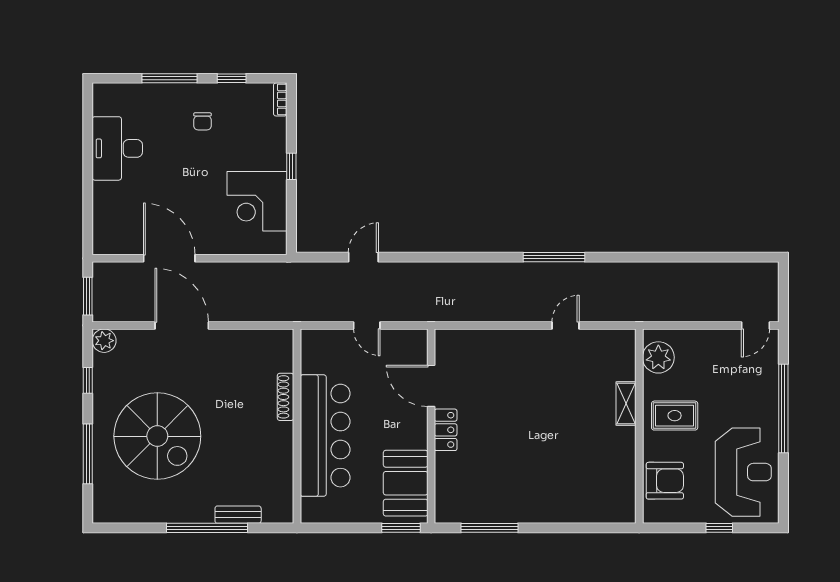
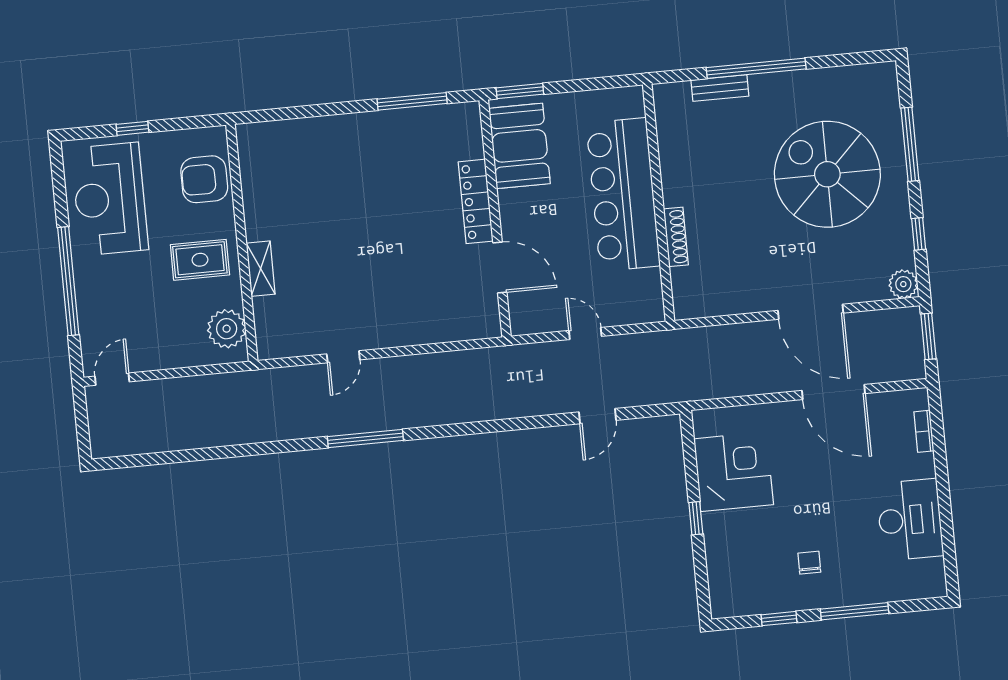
bookcase: (280, 99) -> (924, 431), moved, turned 180
locker: (446, 430) -> (476, 201), width x1.53

